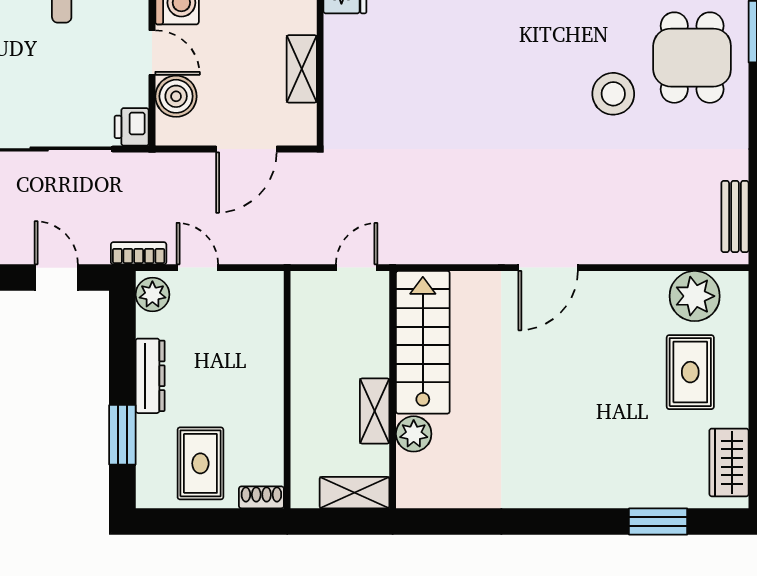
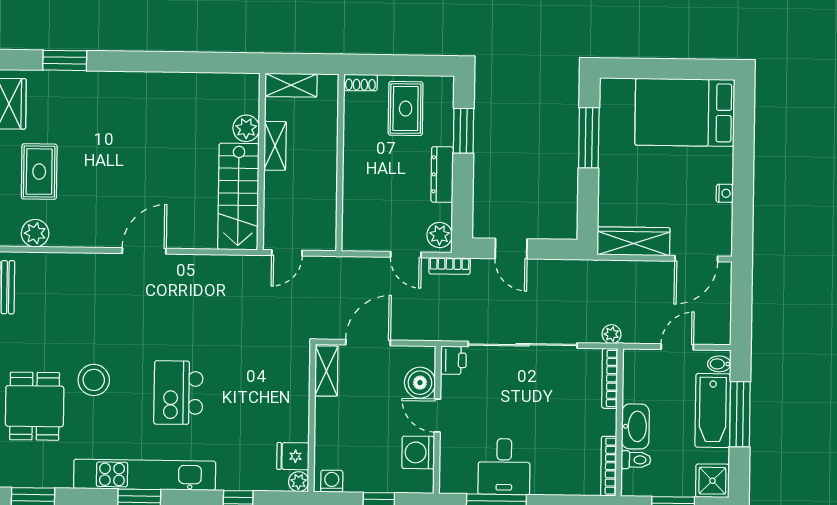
shelving: (302, 69) -> (326, 371), moved
kitchen island: (500, 78) -> (178, 393), added
plant: (695, 296) -> (35, 233), width x0.73, depth x0.73

